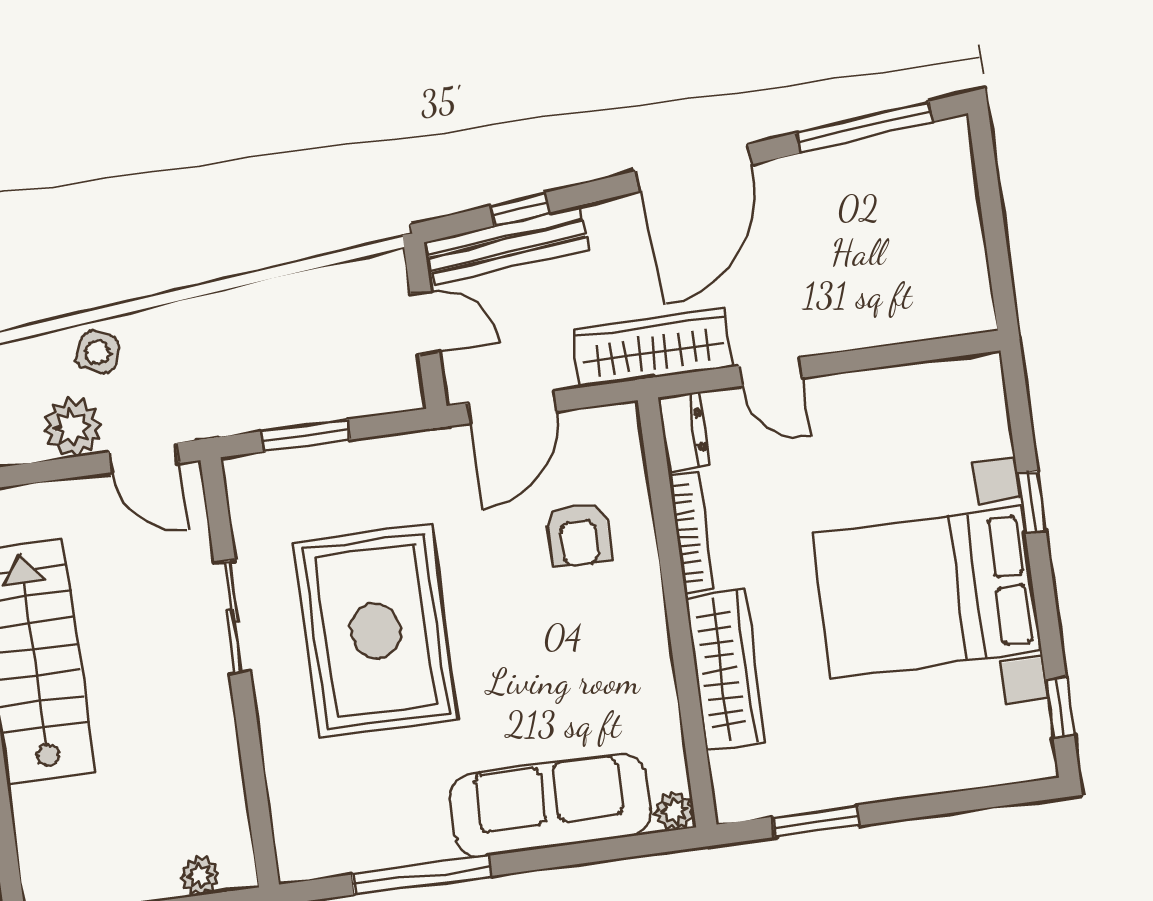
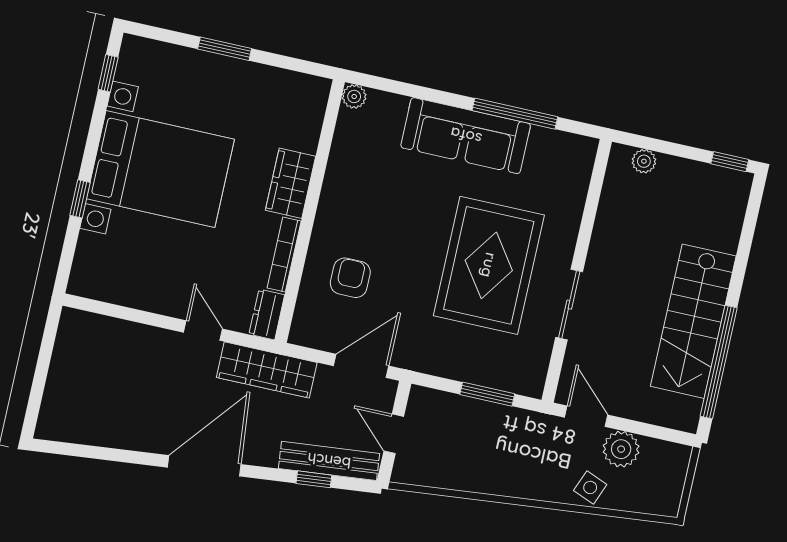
window: (865, 127) -> (96, 452), removed
wardrobe: (725, 669) -> (291, 183), width x0.67
sofa: (550, 805) -> (466, 136), moved
window: (816, 821) -> (225, 49), moved

